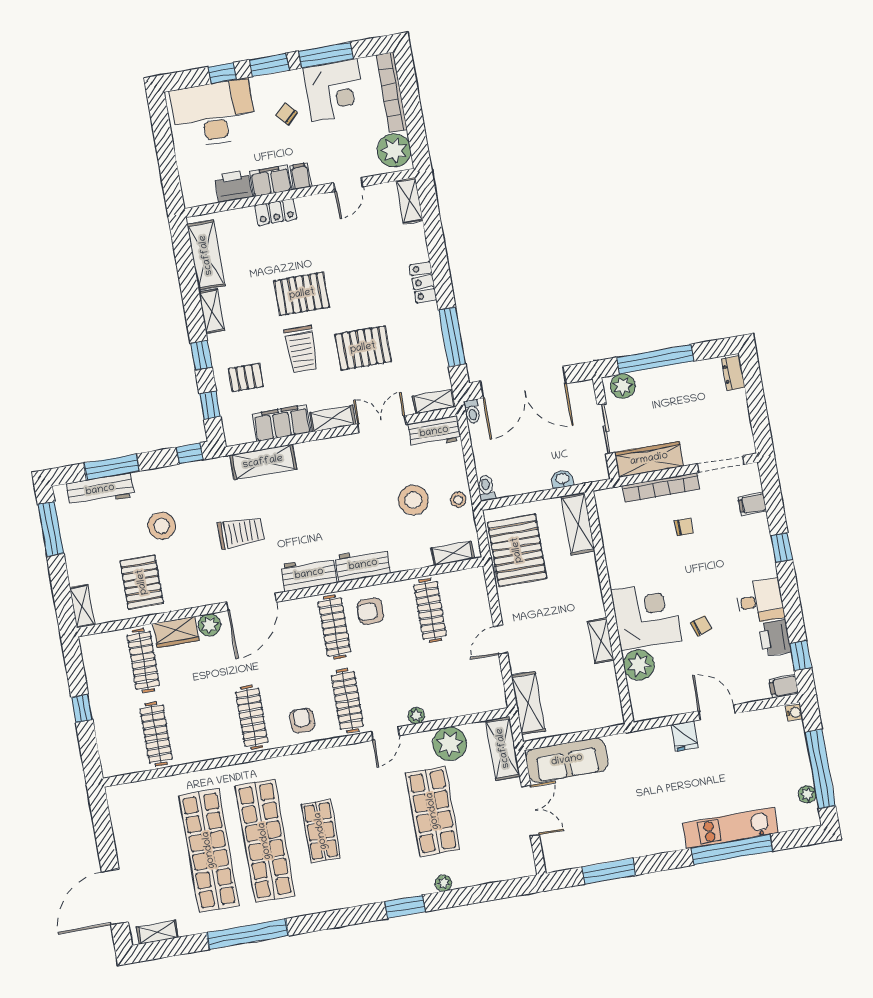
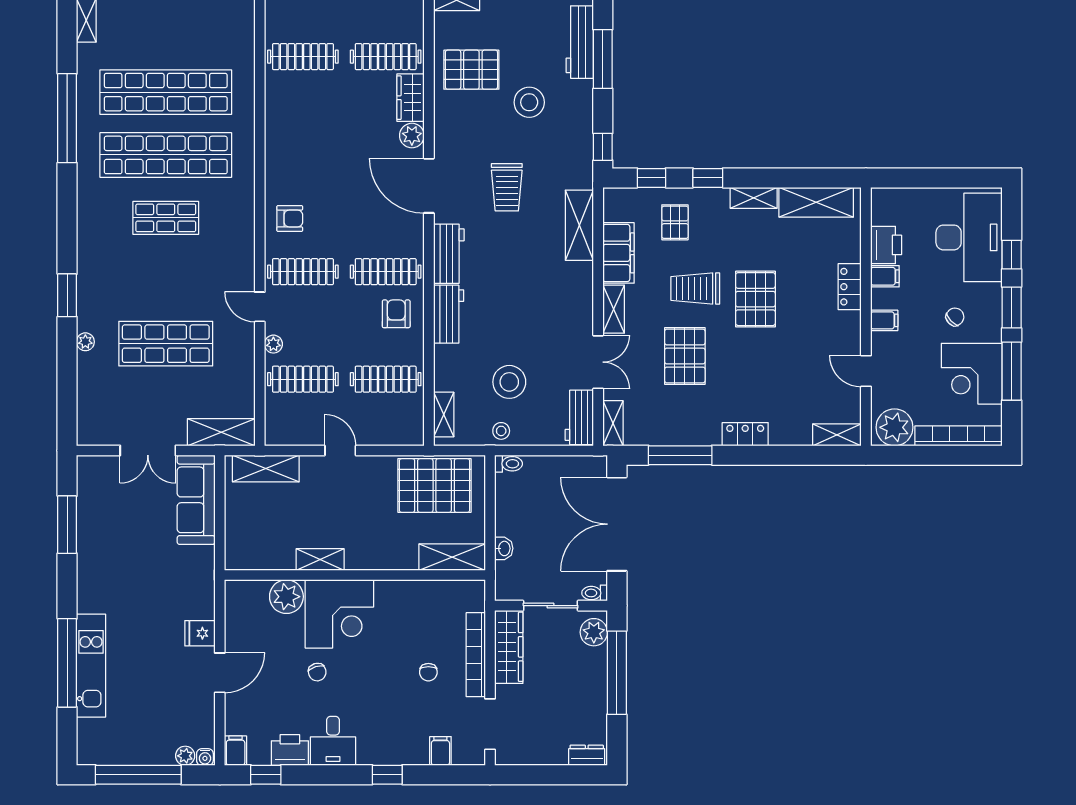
filing cabinet: (271, 181) -> (885, 276), width x0.50
toilet: (472, 412) -> (595, 593), moved
clothes rail: (252, 717) -> (303, 379), moved
plant: (450, 744) -> (236, 375), removed
plant: (807, 794) -> (185, 756), moved

